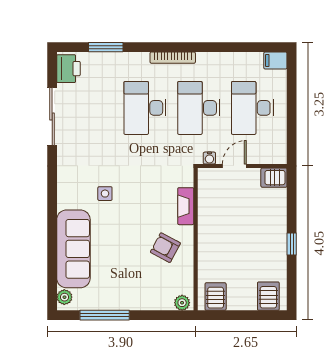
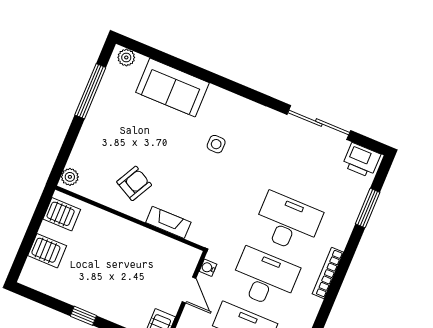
sofa: (73, 249) -> (172, 88), width x0.73
server rack: (268, 296) -> (47, 251), moved

